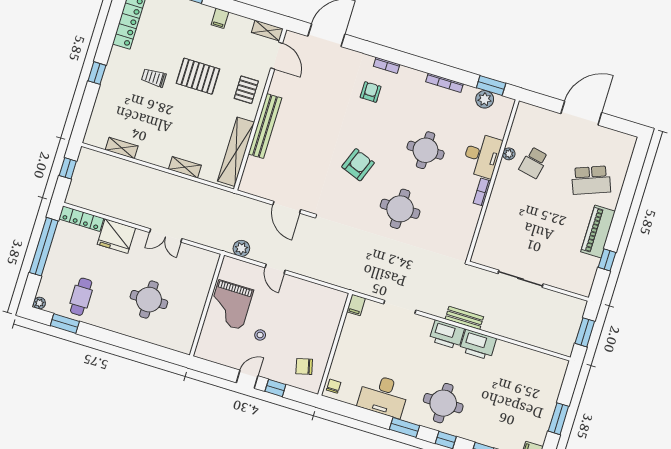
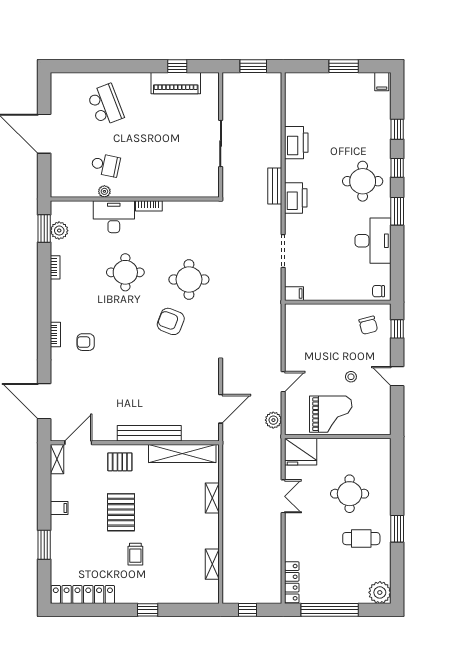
bookcase: (444, 83) -> (55, 267), width x0.64
armchair: (358, 165) -> (171, 321), moved
door: (287, 207) -> (221, 409), moved
piano: (598, 231) -> (176, 83), moved
fridge: (116, 236) -> (301, 452), moved, turned 90
cafe table: (81, 297) -> (361, 539), moved
plant: (39, 303) -> (380, 592), width x1.87, depth x1.87
window: (65, 324) -> (397, 529), moved
printer: (478, 345) -> (296, 143), moved
window: (275, 388) -> (397, 329), moved

